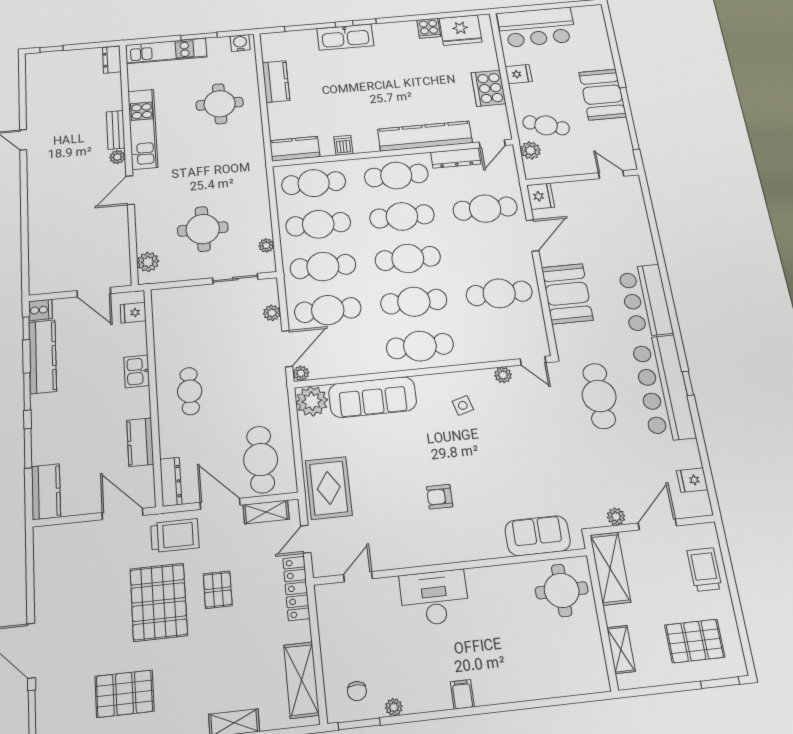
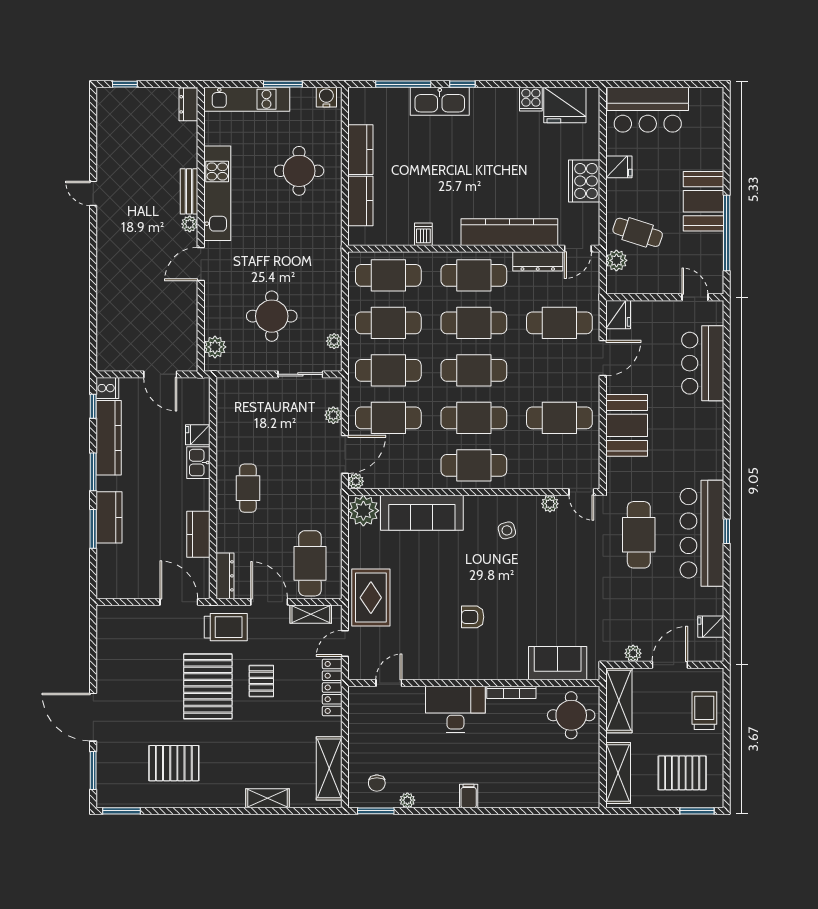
kitchen counter: (295, 149) -> (360, 201), moved, turned 90
bar counter: (645, 300) -> (703, 363), moved
fridge: (133, 313) -> (198, 435), moved
kitchen counter: (46, 492) -> (109, 517), moved
bookcase: (493, 572) -> (511, 692), added
shelving: (621, 649) -> (618, 773), width x1.50, depth x1.33

